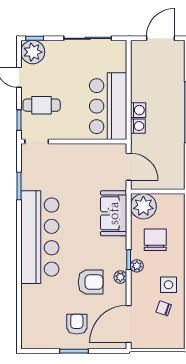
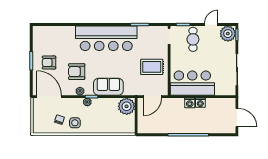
washing machine: (138, 126) -> (200, 103), moved
rug: (83, 168) -> (152, 67), added
sofa: (114, 213) -> (108, 87), moved
chair: (155, 240) -> (104, 114), removed
armchair: (91, 282) -> (77, 72), turned 90
armchair: (77, 324) -> (49, 63), turned 180

